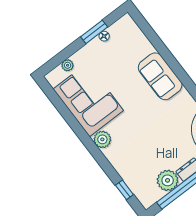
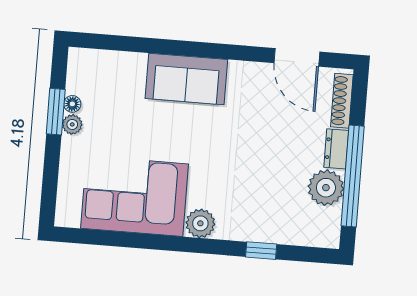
plant: (68, 65) -> (72, 124), moved
window: (124, 190) -> (261, 251), moved

